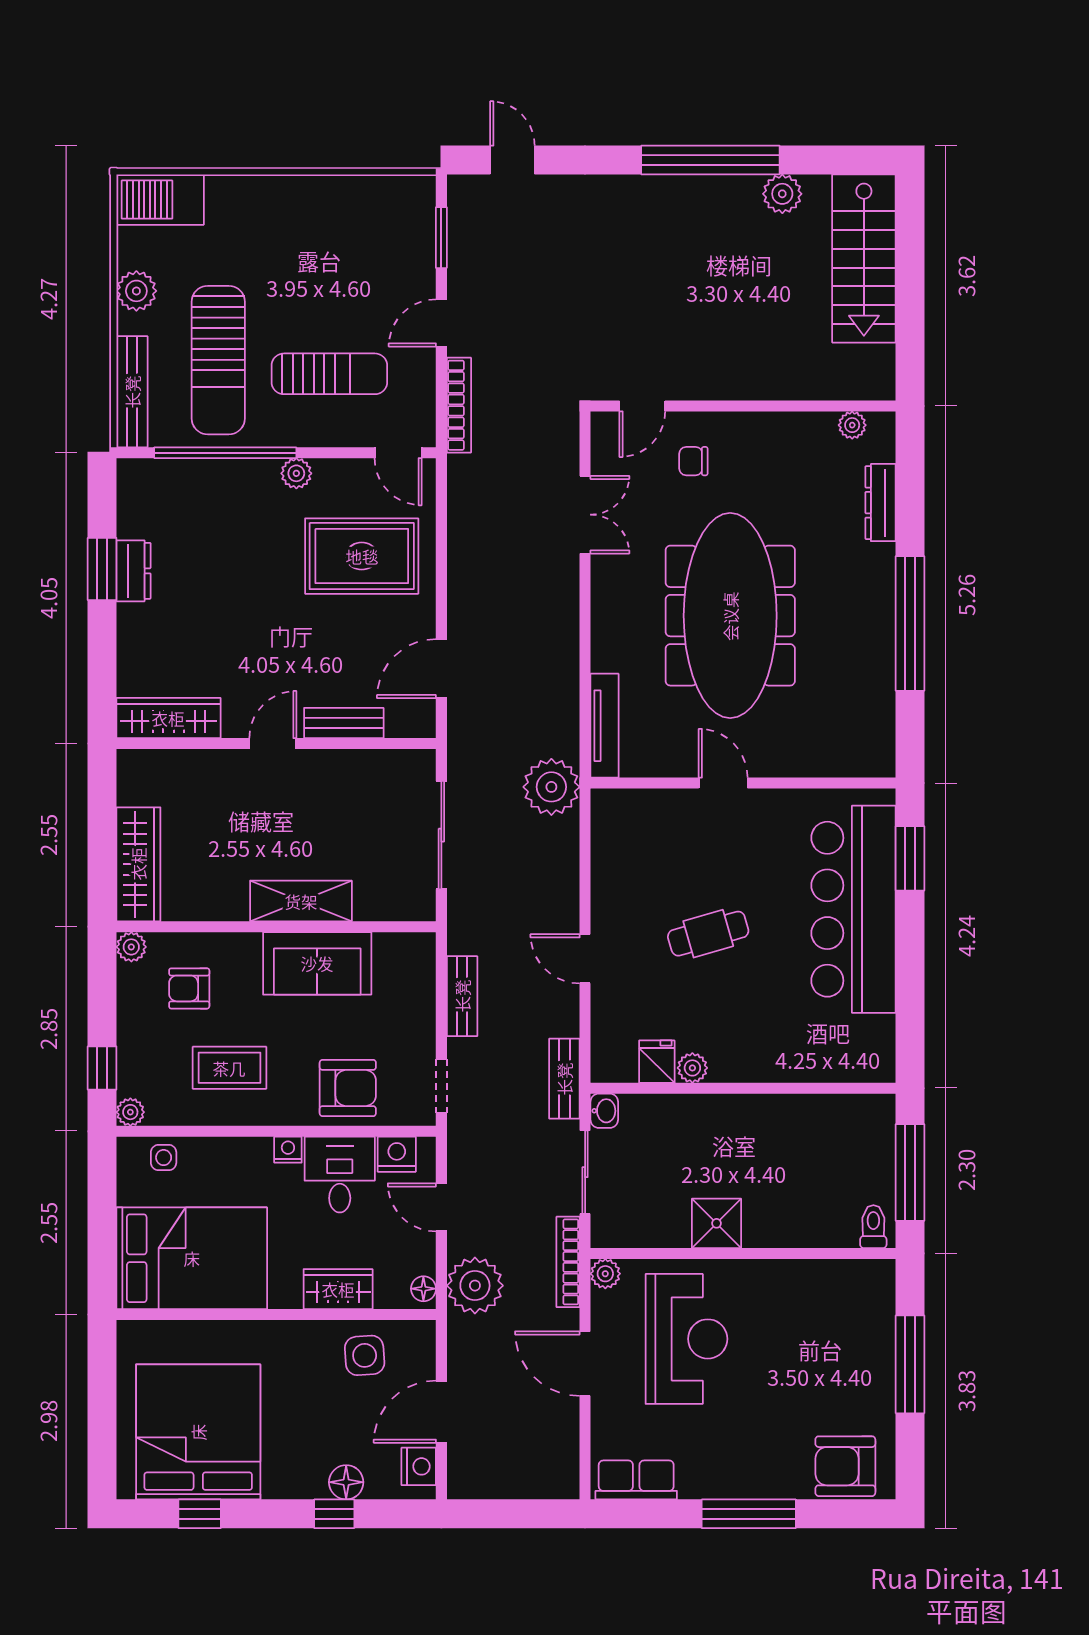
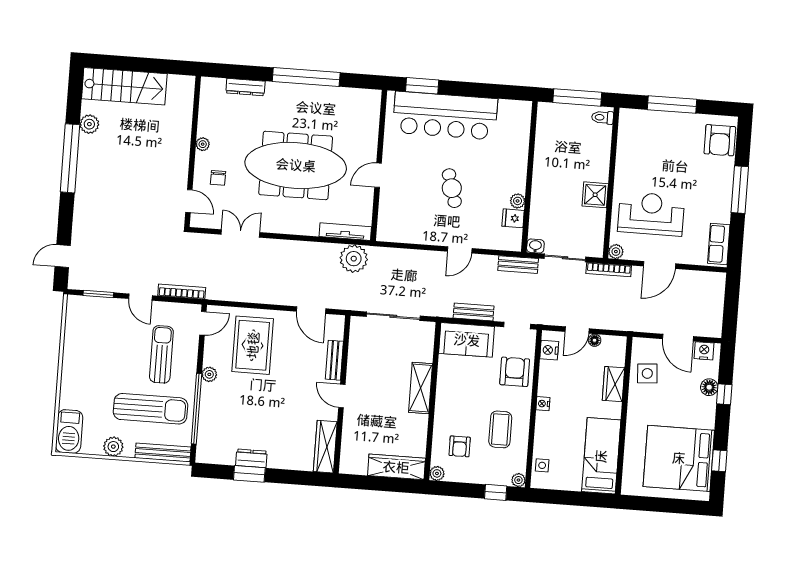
plant: (852, 425) -> (203, 144), moved
plant: (551, 787) -> (354, 259), moved
sofa: (317, 963) -> (467, 340), moved, turned 90
desk: (340, 1175) -> (557, 379), removed
bed: (192, 1258) -> (601, 456), width x0.67
plant: (475, 1286) -> (617, 316), removed
floor lamp: (423, 1289) -> (595, 340), moved

